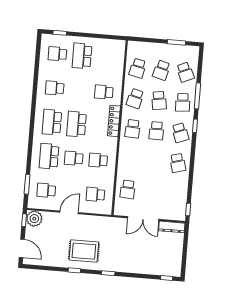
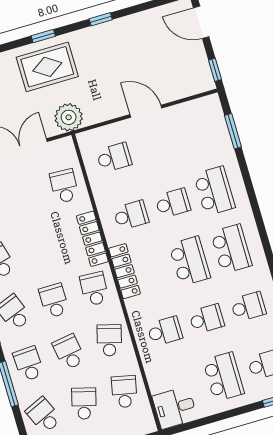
desk: (114, 49) -> (175, 408), added
locker: (114, 121) -> (124, 271), moved
locker: (123, 156) -> (92, 239), added
school desk: (46, 190) -> (207, 319), moved
door: (69, 212) -> (146, 111), swing flipped
plant: (34, 219) -> (69, 117), moved
rug: (84, 251) -> (47, 67), moved

